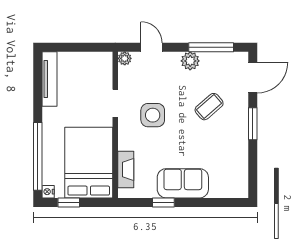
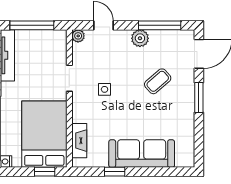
window: (75, 47) -> (32, 25), added
side table: (153, 115) -> (105, 89), width x0.54, depth x0.54
sofa: (183, 183) -> (142, 154), width x1.36
window: (69, 202) -> (45, 172), moved

